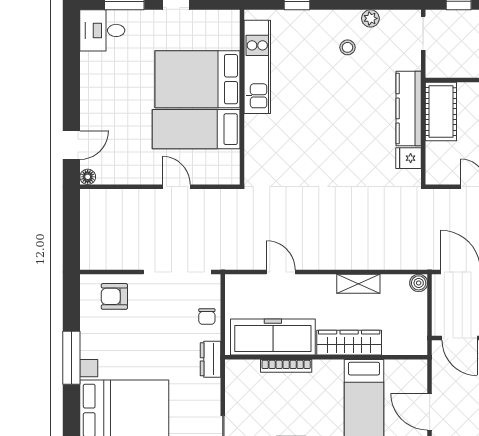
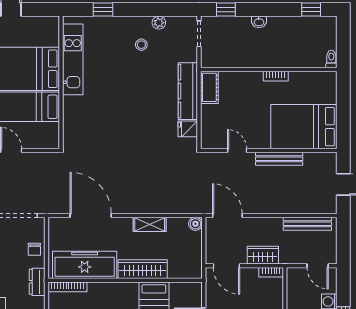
cot: (441, 112) -> (209, 87), width x0.73, depth x0.75
door: (281, 272) -> (91, 215), width x1.88
bookcase: (286, 366) -> (68, 287), moved

